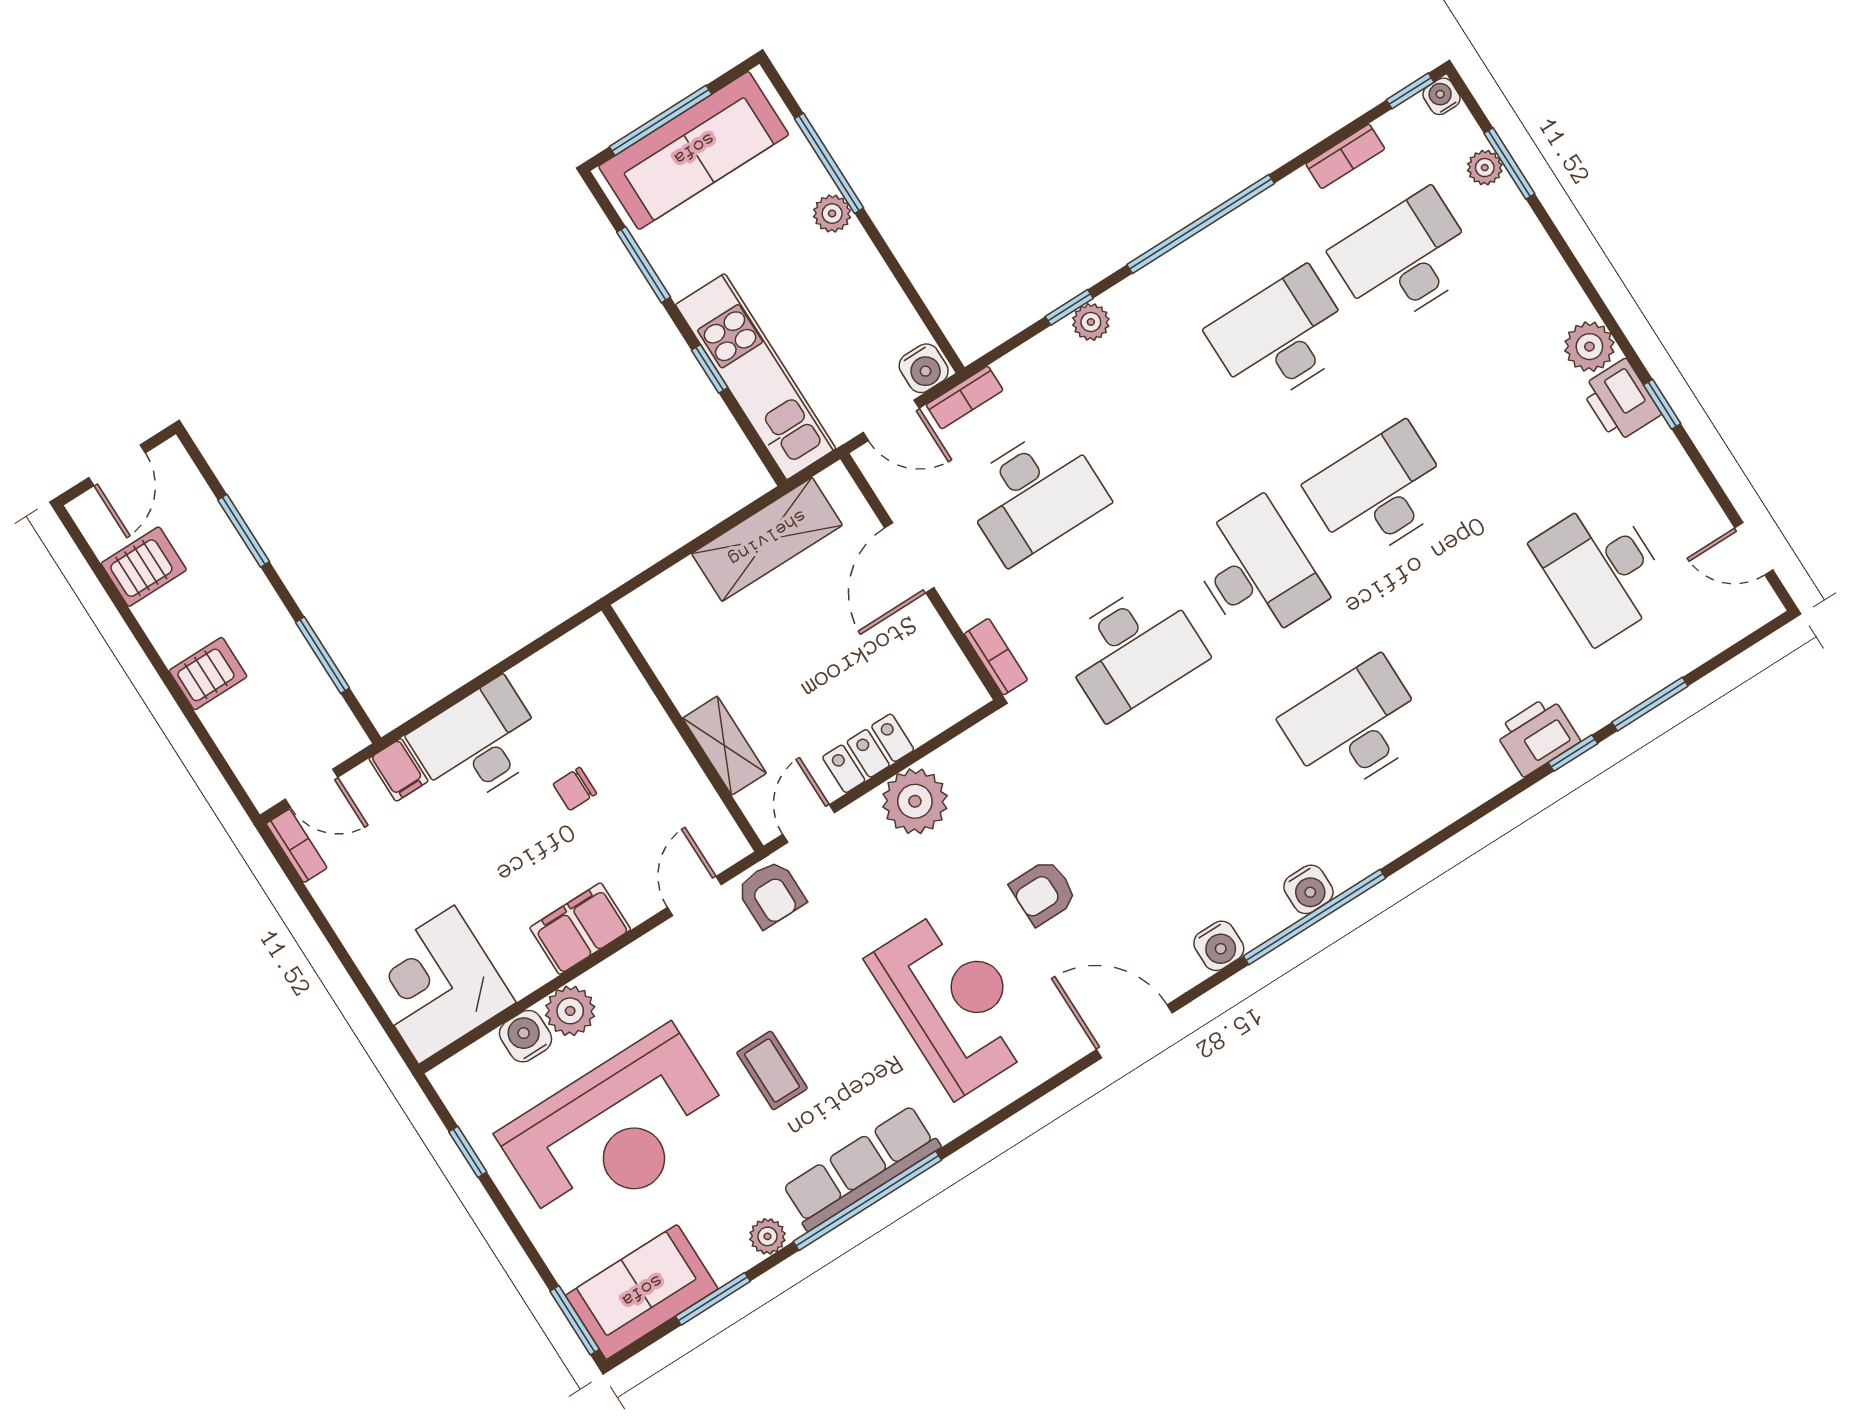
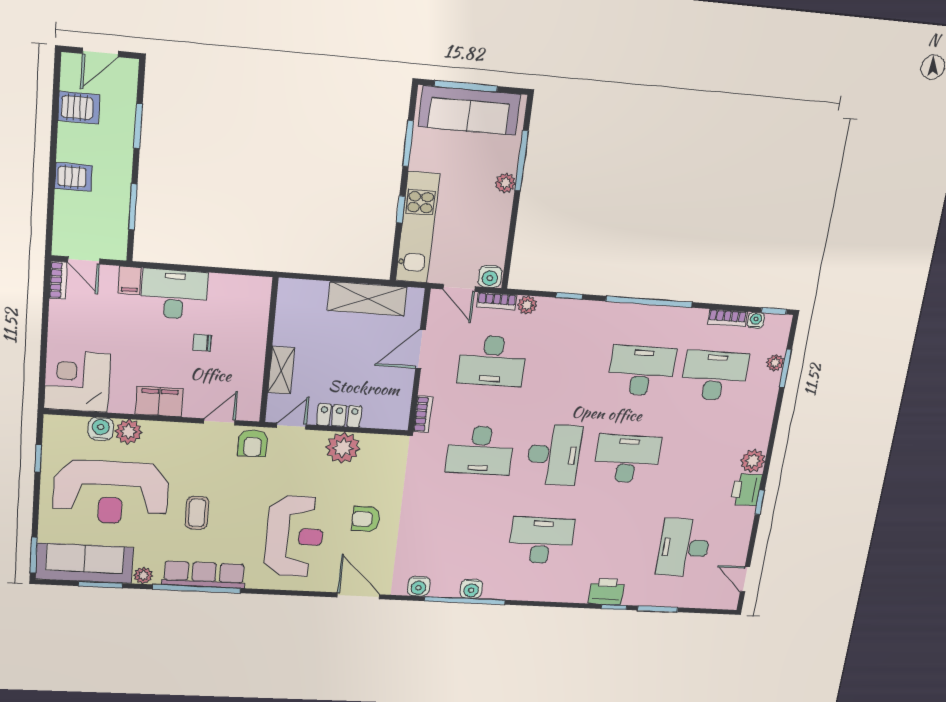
water cooler: (1441, 96) -> (756, 320), moved
plant: (1091, 322) -> (527, 305), moved
sofa: (642, 1292) -> (85, 563), width x1.36

